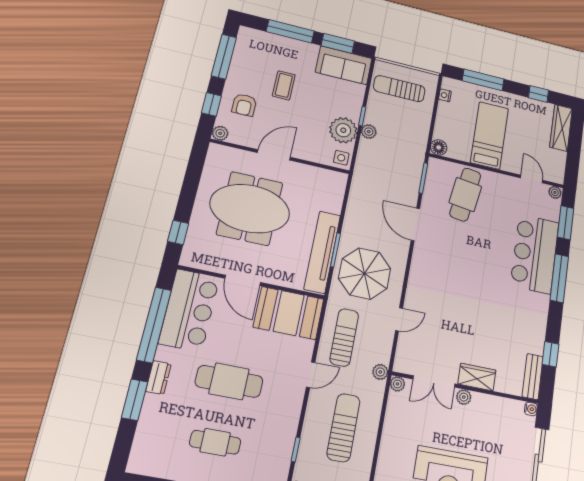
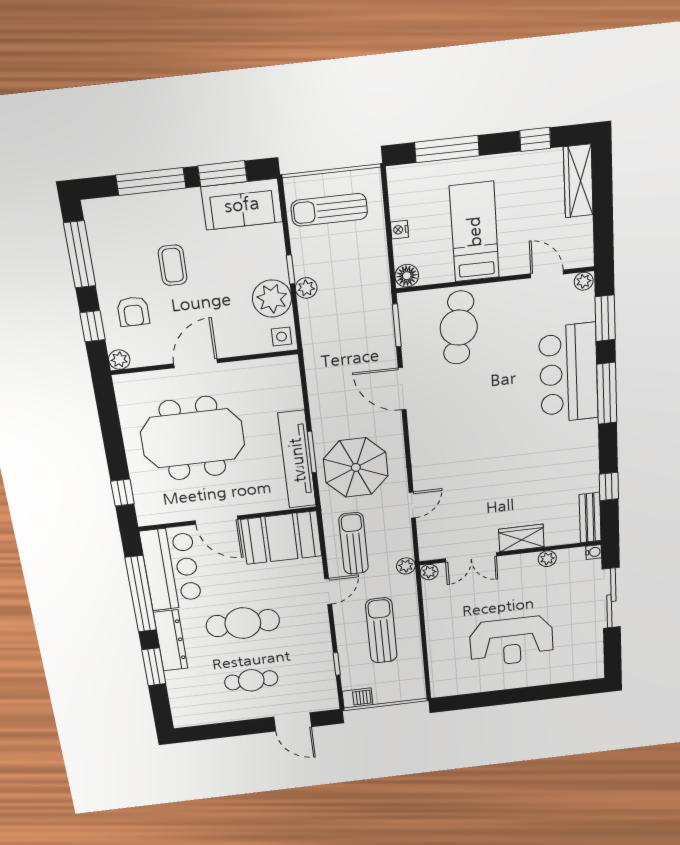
nightstand: (445, 95) -> (399, 230), moved
dresser: (158, 378) -> (171, 640), width x1.96, depth x1.24
plant: (464, 397) -> (547, 559), moved

